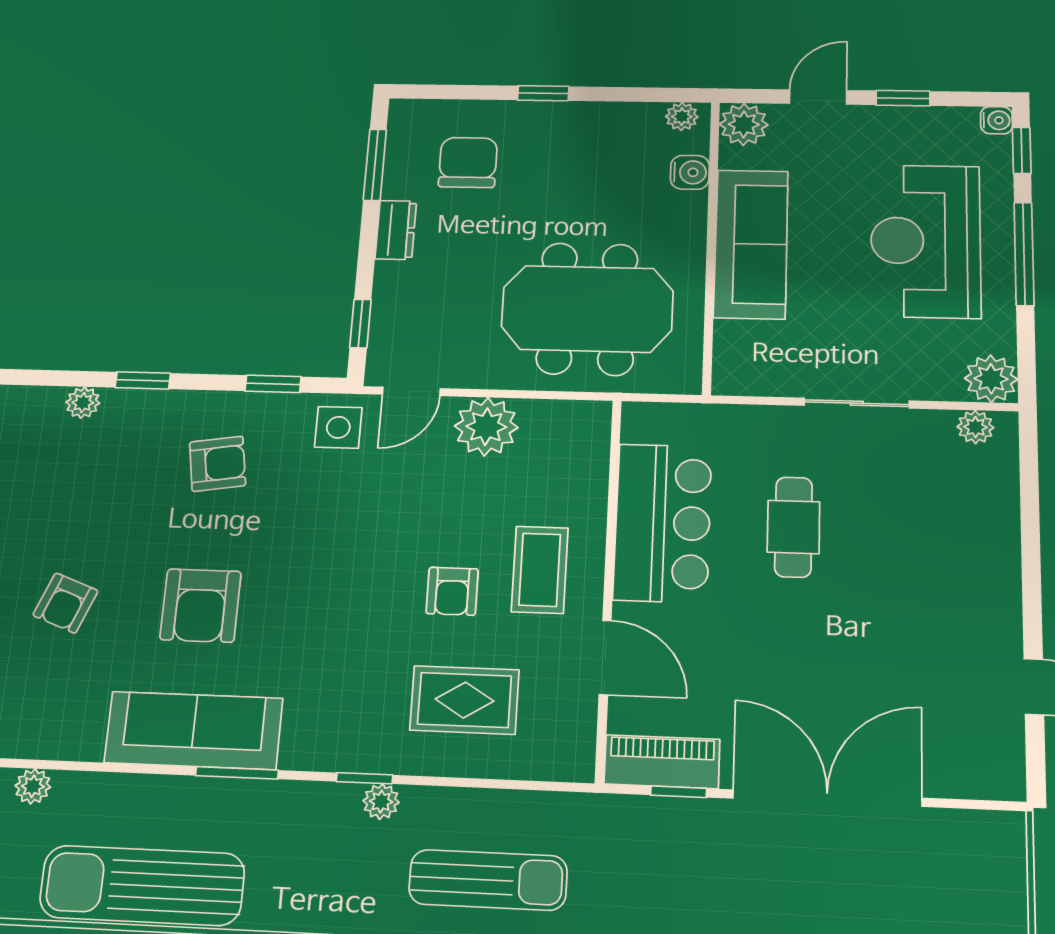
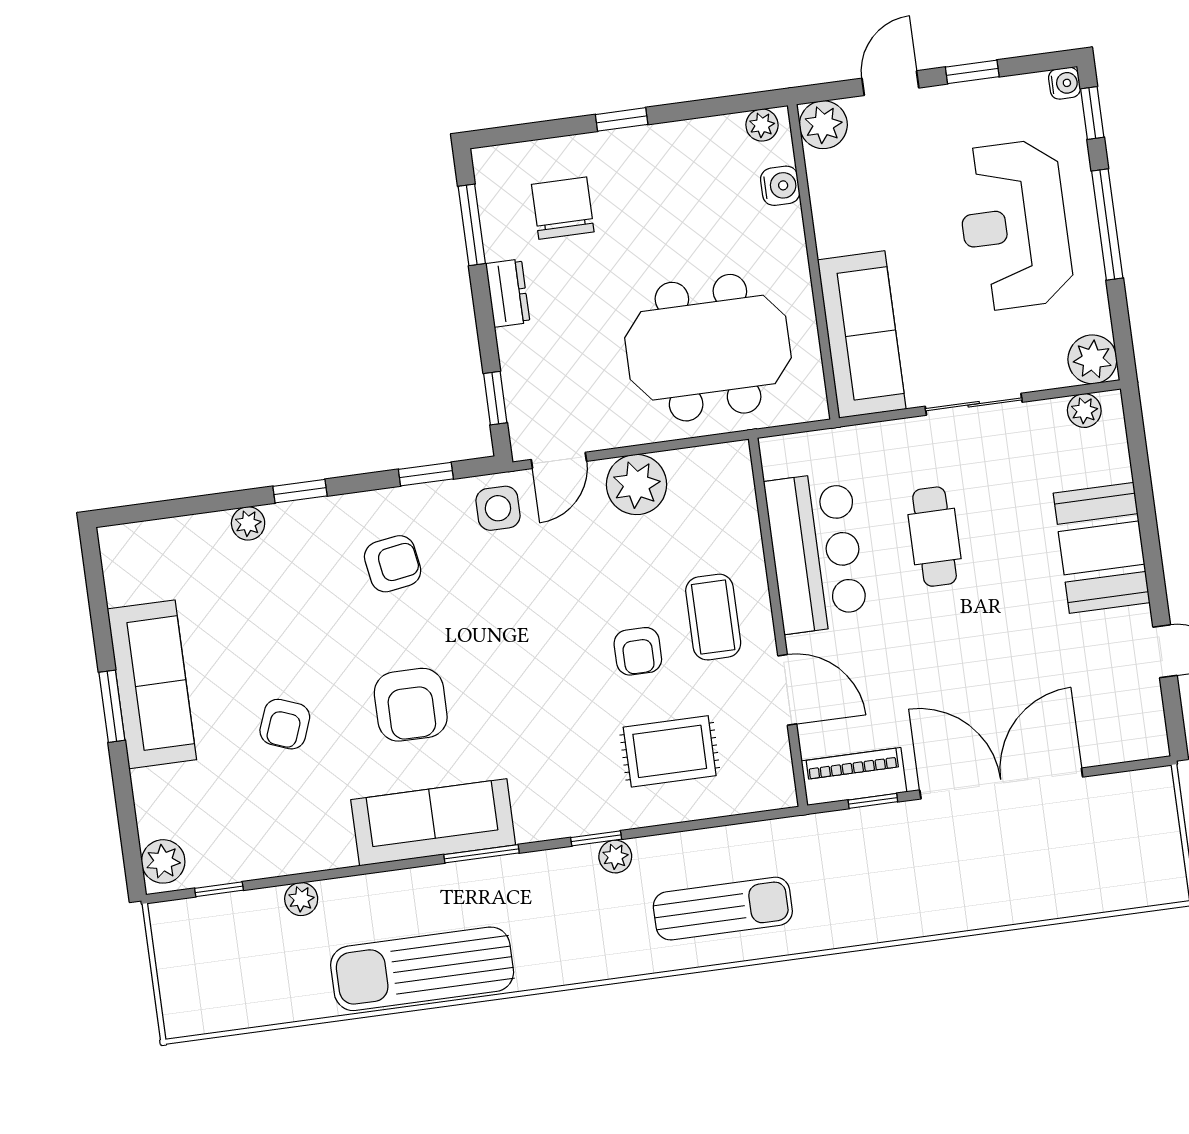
sofa: (751, 244) -> (862, 334), moved
booth: (976, 567) -> (1102, 548), added

